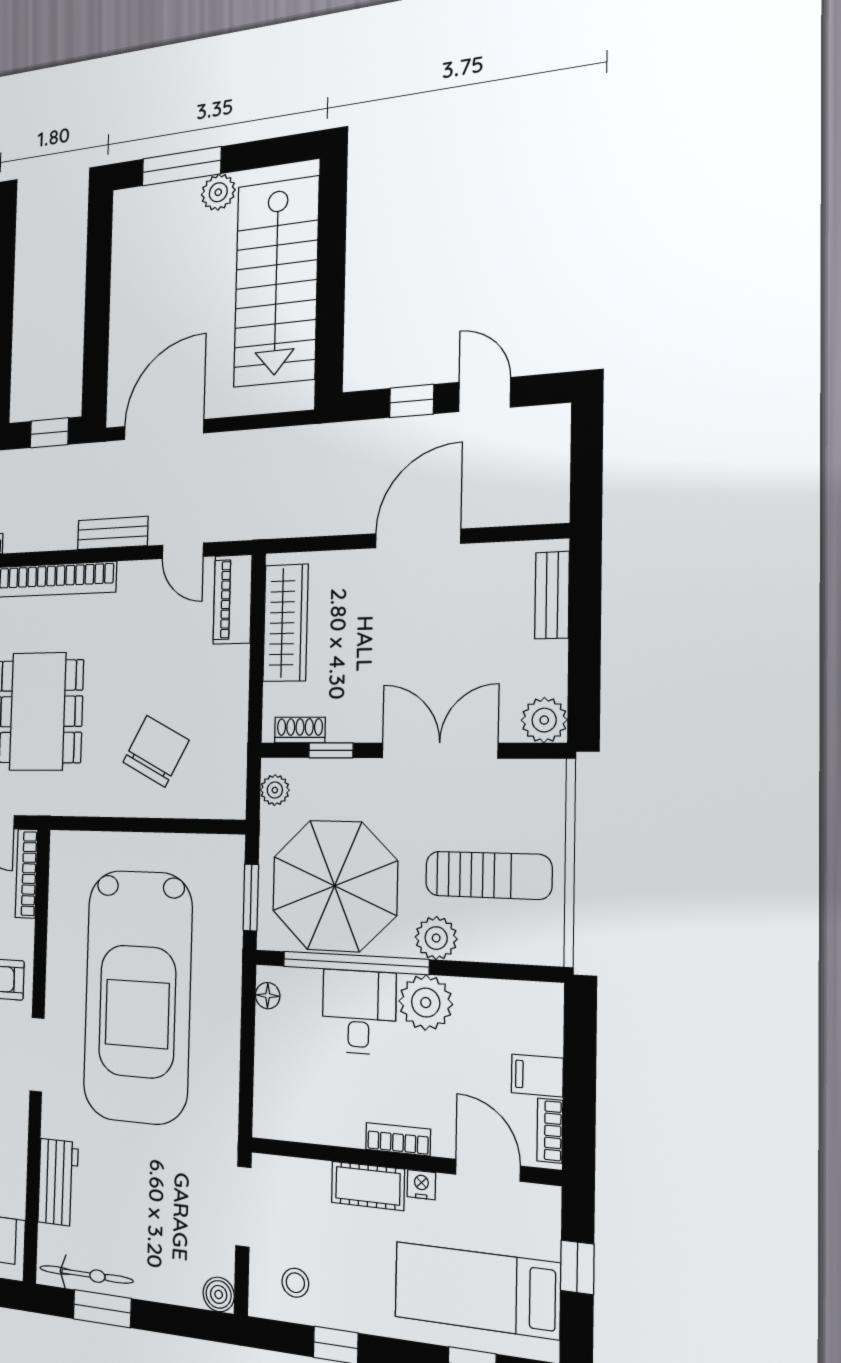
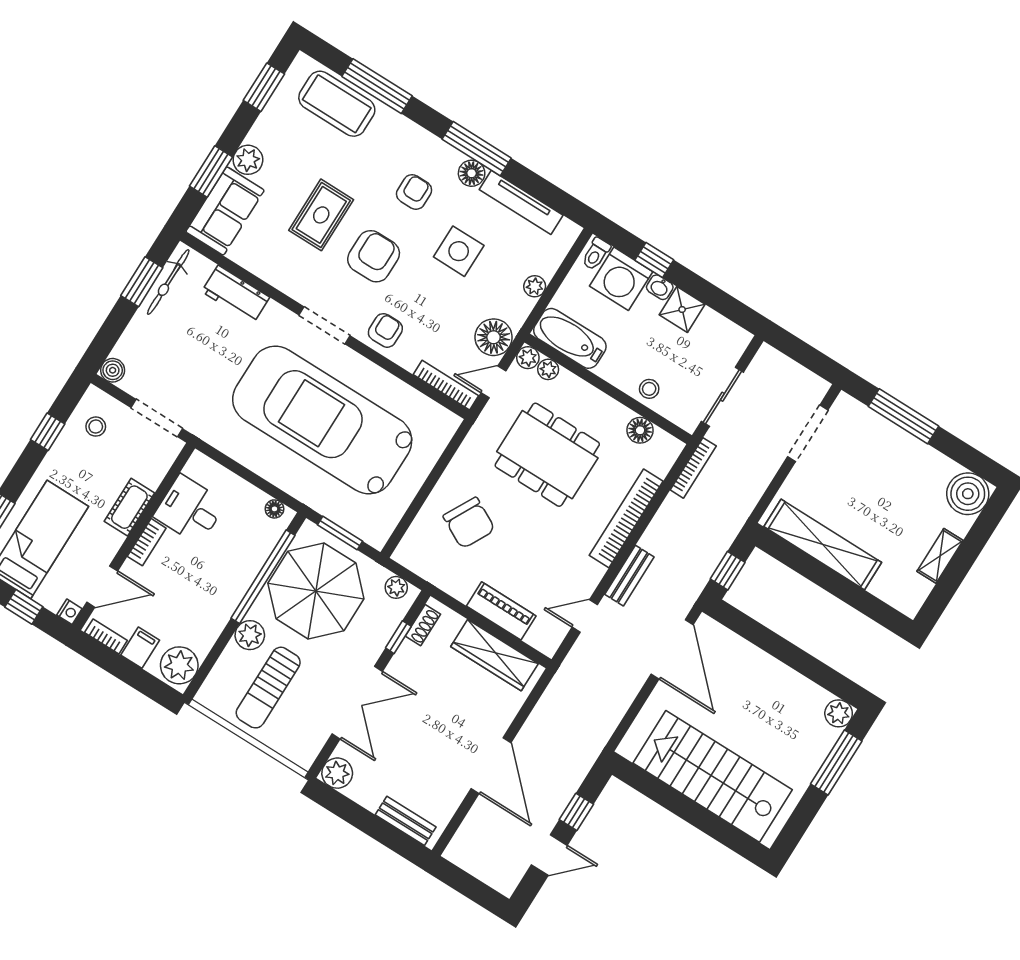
plant: (218, 192) -> (839, 713), moved
piano: (233, 599) -> (501, 611), moved
plant: (426, 1003) -> (179, 665), moved
desk: (359, 1012) -> (190, 510), moved, turned 180
nightstand: (421, 1185) -> (69, 612), moved

